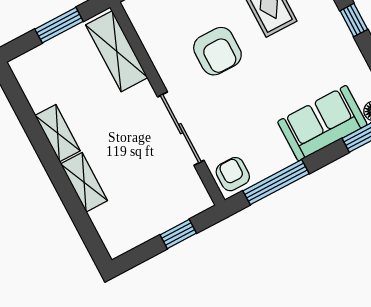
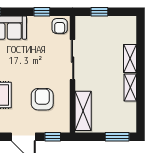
window: (59, 25) -> (117, 137), moved
armchair: (217, 51) -> (42, 99), moved
window: (276, 182) -> (42, 12), width x0.46

